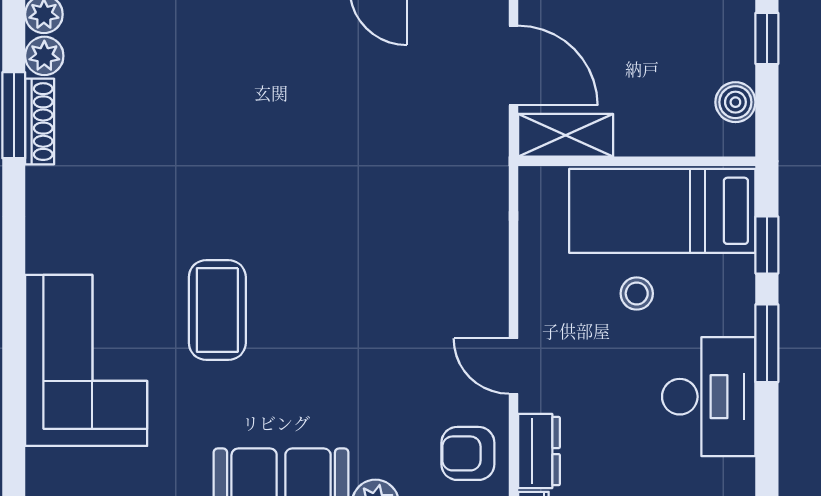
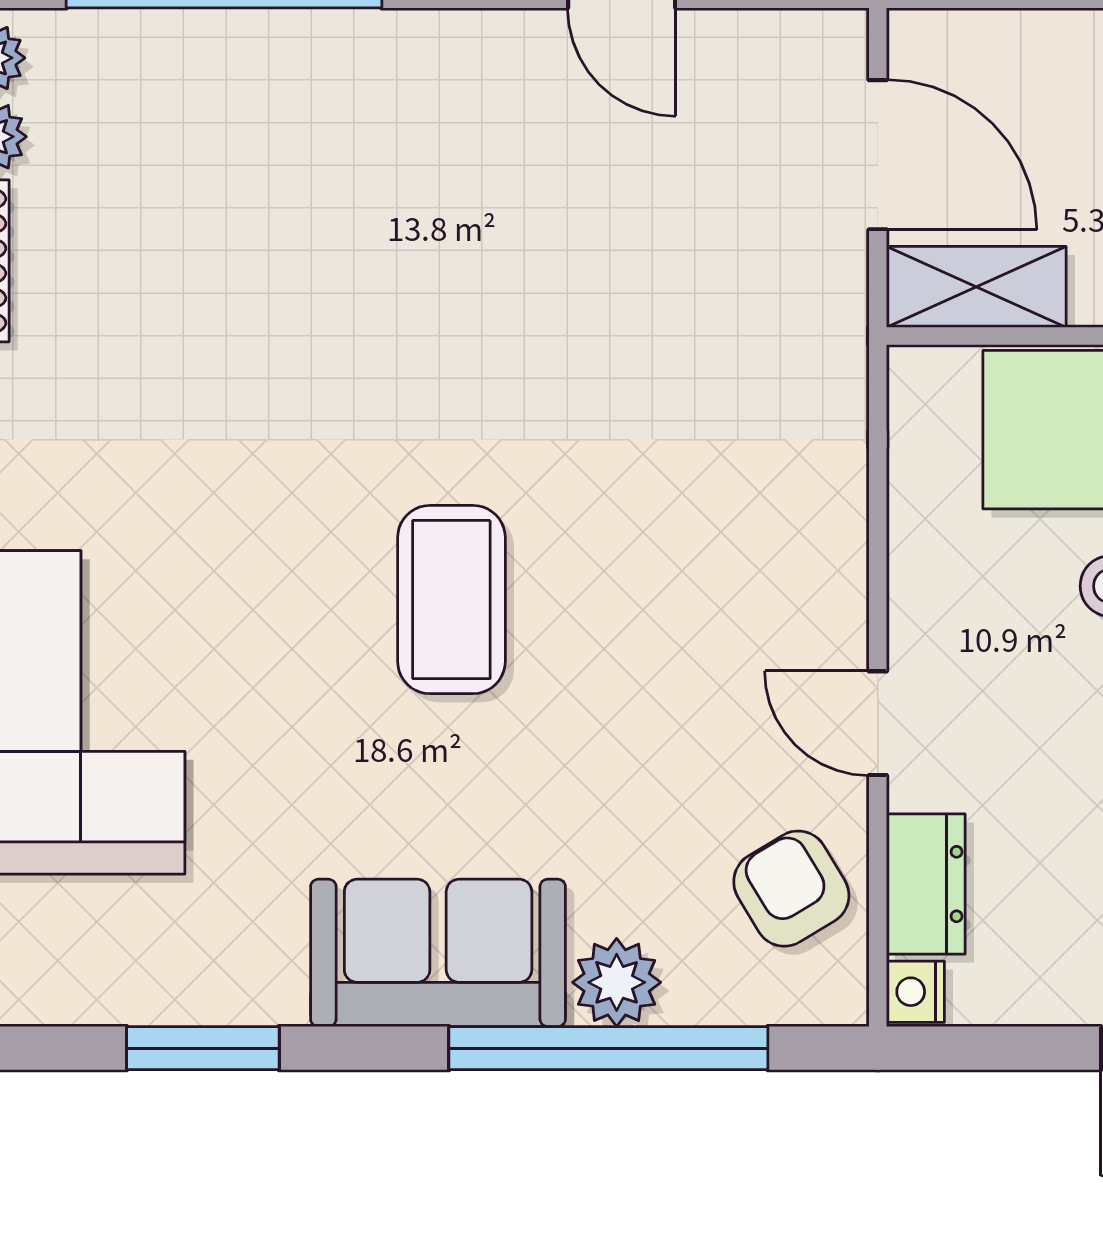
coffee table: (217, 310) -> (451, 600), moved
armchair: (468, 453) -> (791, 889), turned 59

